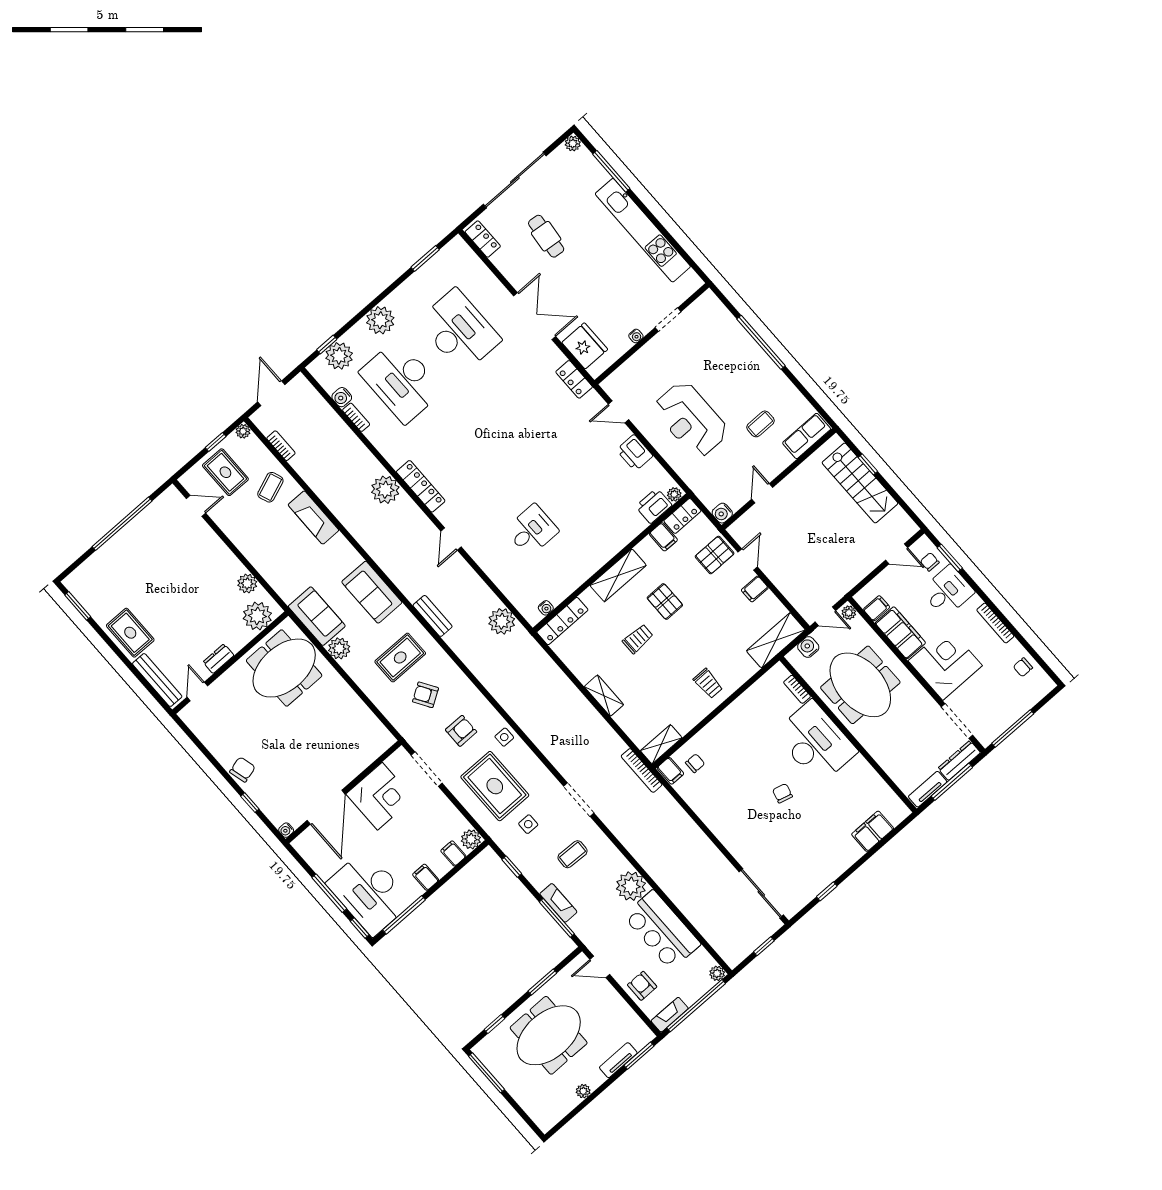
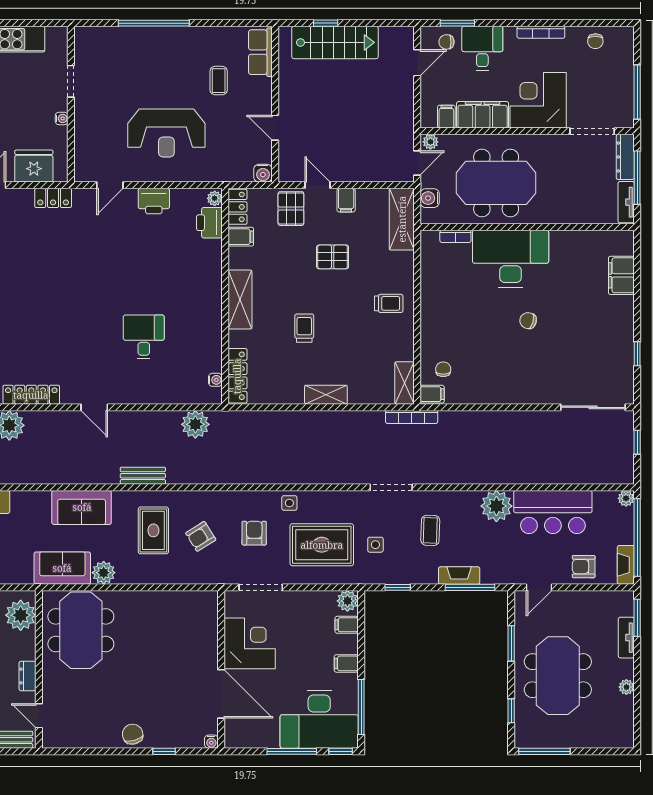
pallet: (665, 601) -> (333, 257), moved

